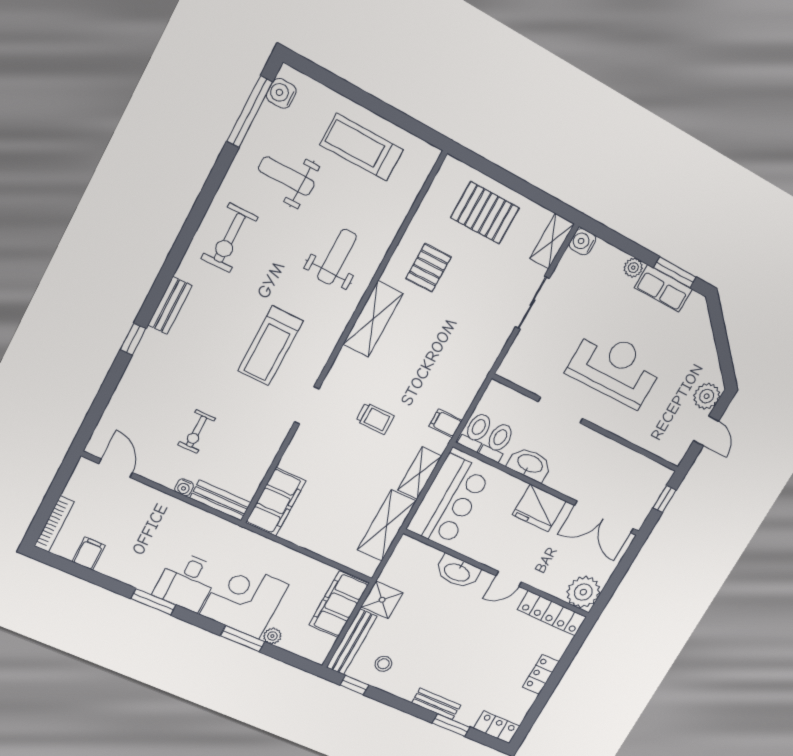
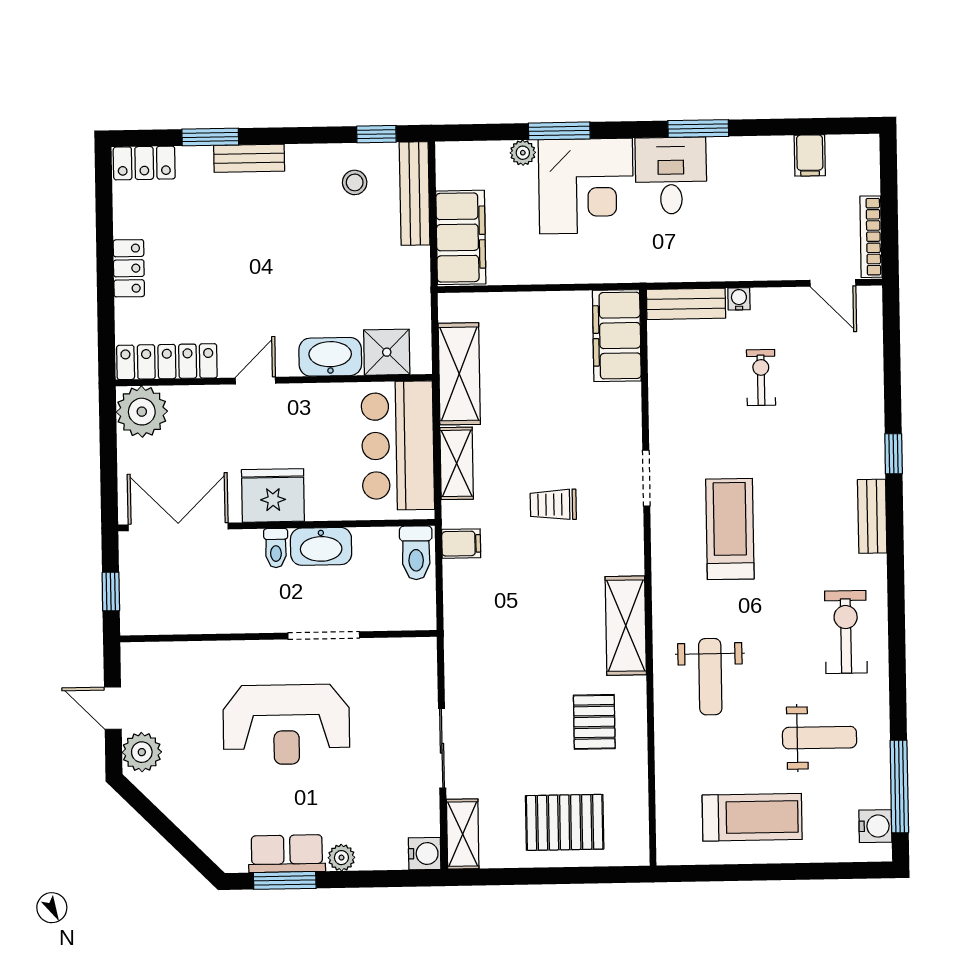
toilet: (498, 442) -> (276, 548), moved, width x0.73, depth x0.72
bookcase: (54, 524) -> (871, 237), moved
shower: (382, 600) -> (387, 352), moved

